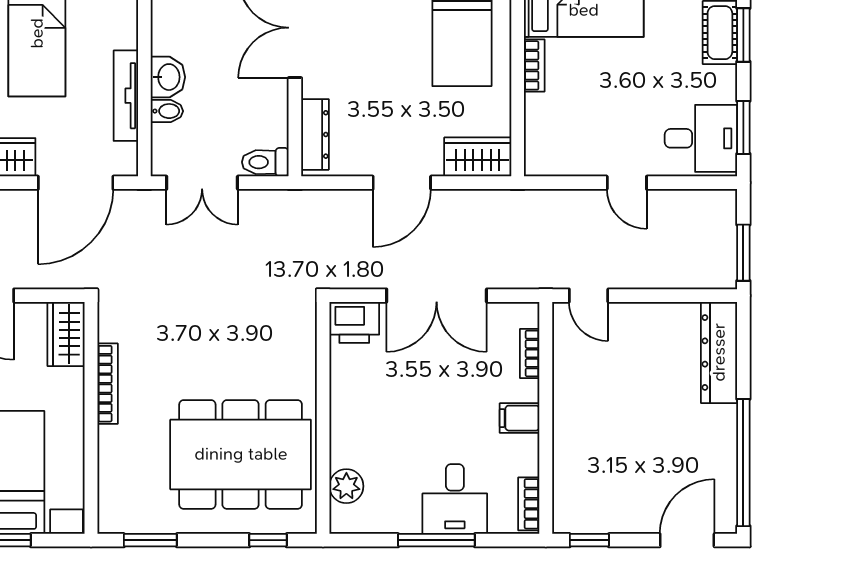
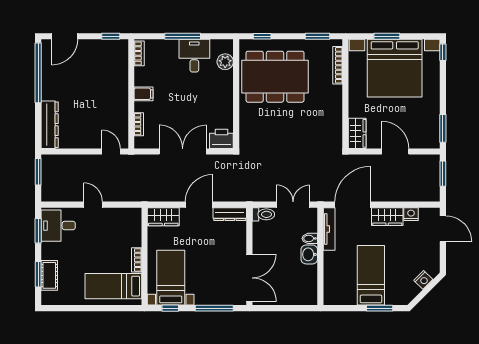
tv unit: (126, 96) -> (329, 229), moved
dresser: (315, 134) -> (230, 214), moved, turned -90
bookcase: (108, 384) -> (338, 65), moved
desk: (455, 499) -> (194, 56), moved

